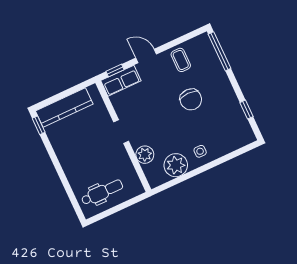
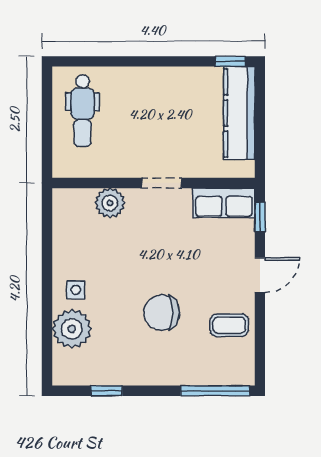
row of seats: (121, 81) -> (224, 203), moved, turned -90
plant: (176, 165) -> (72, 329), moved

